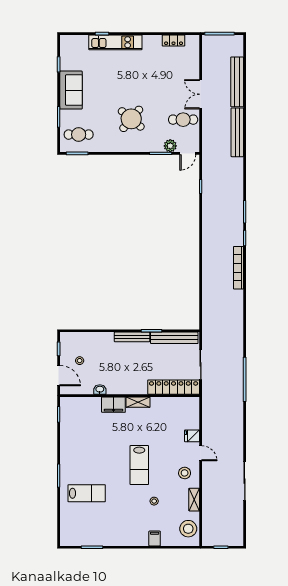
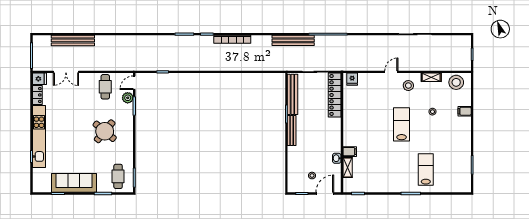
kitchen unit: (115, 42) -> (39, 137), width x1.36
fridge: (193, 43) -> (39, 79), added
sofa: (71, 90) -> (74, 183), width x1.36
double door: (201, 94) -> (66, 72), moved
bench: (237, 132) -> (293, 40), moved
door: (188, 153) -> (134, 83), swing flipped
shelving: (138, 402) -> (348, 168), moved
filing cabinet: (113, 405) -> (350, 152), width x0.50
fridge: (192, 436) -> (352, 79), moved
lab bench: (139, 465) -> (402, 124), turned -90

